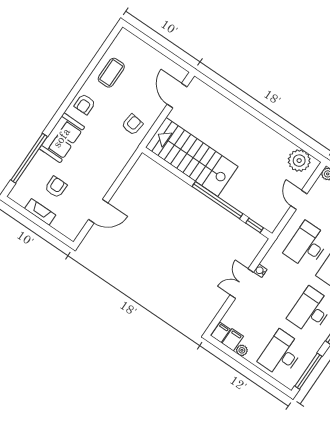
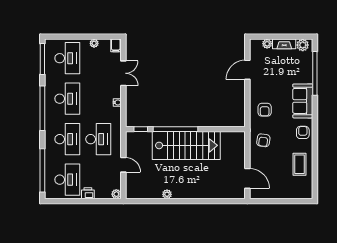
stairs: (192, 157) -> (186, 145), moved
plant: (299, 161) -> (167, 194), moved, width x0.53, depth x0.53
armchair: (56, 187) -> (265, 110), moved
plant: (21, 197) -> (303, 45), added
plant: (58, 224) -> (267, 44), added
double door: (242, 284) -> (123, 73), moved
filing cabinet: (233, 340) -> (105, 46), removed

